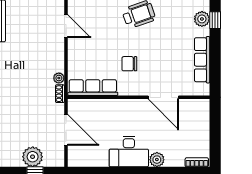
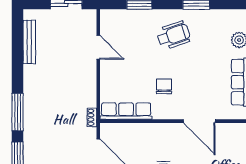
chair: (129, 64) -> (164, 86), turned 90
plant: (59, 78) -> (91, 101), removed

